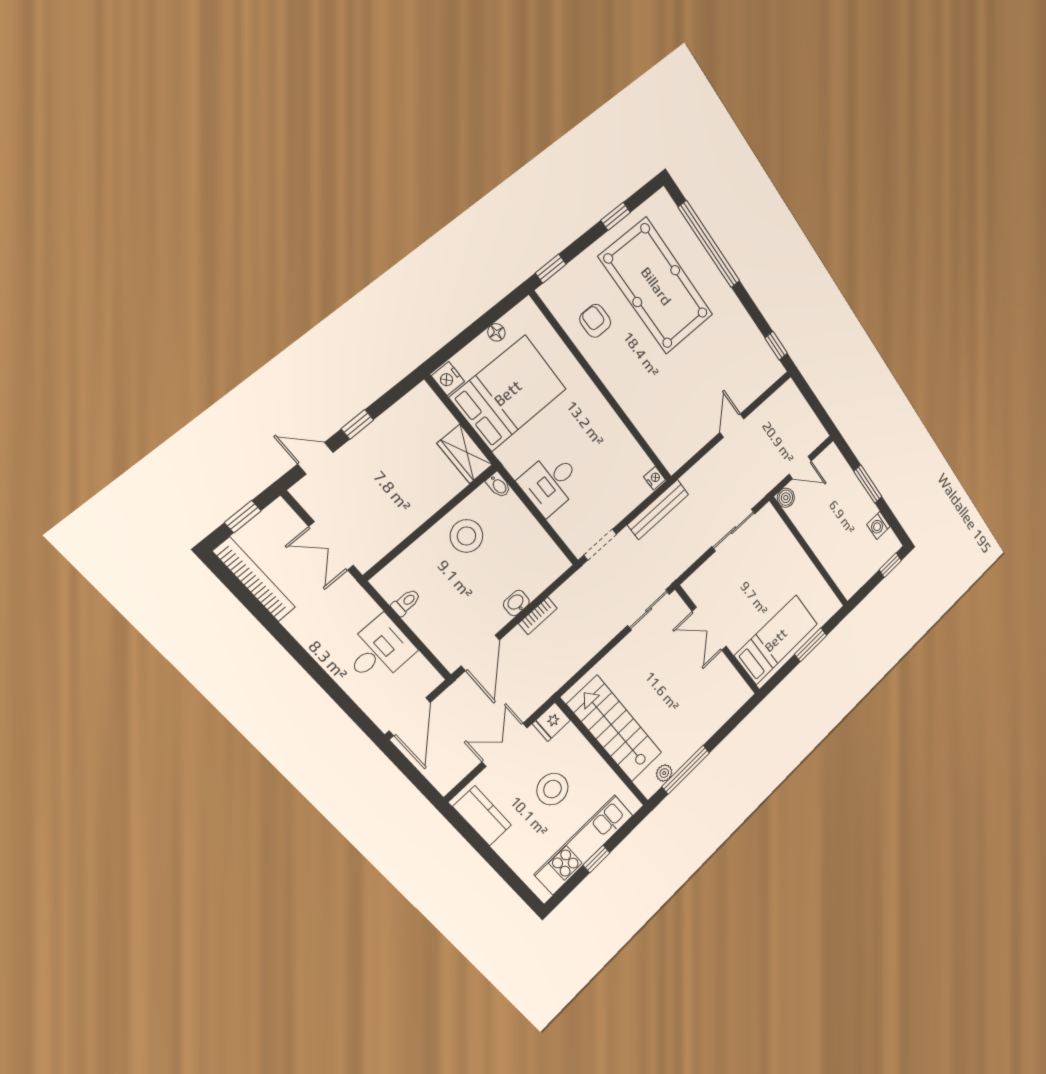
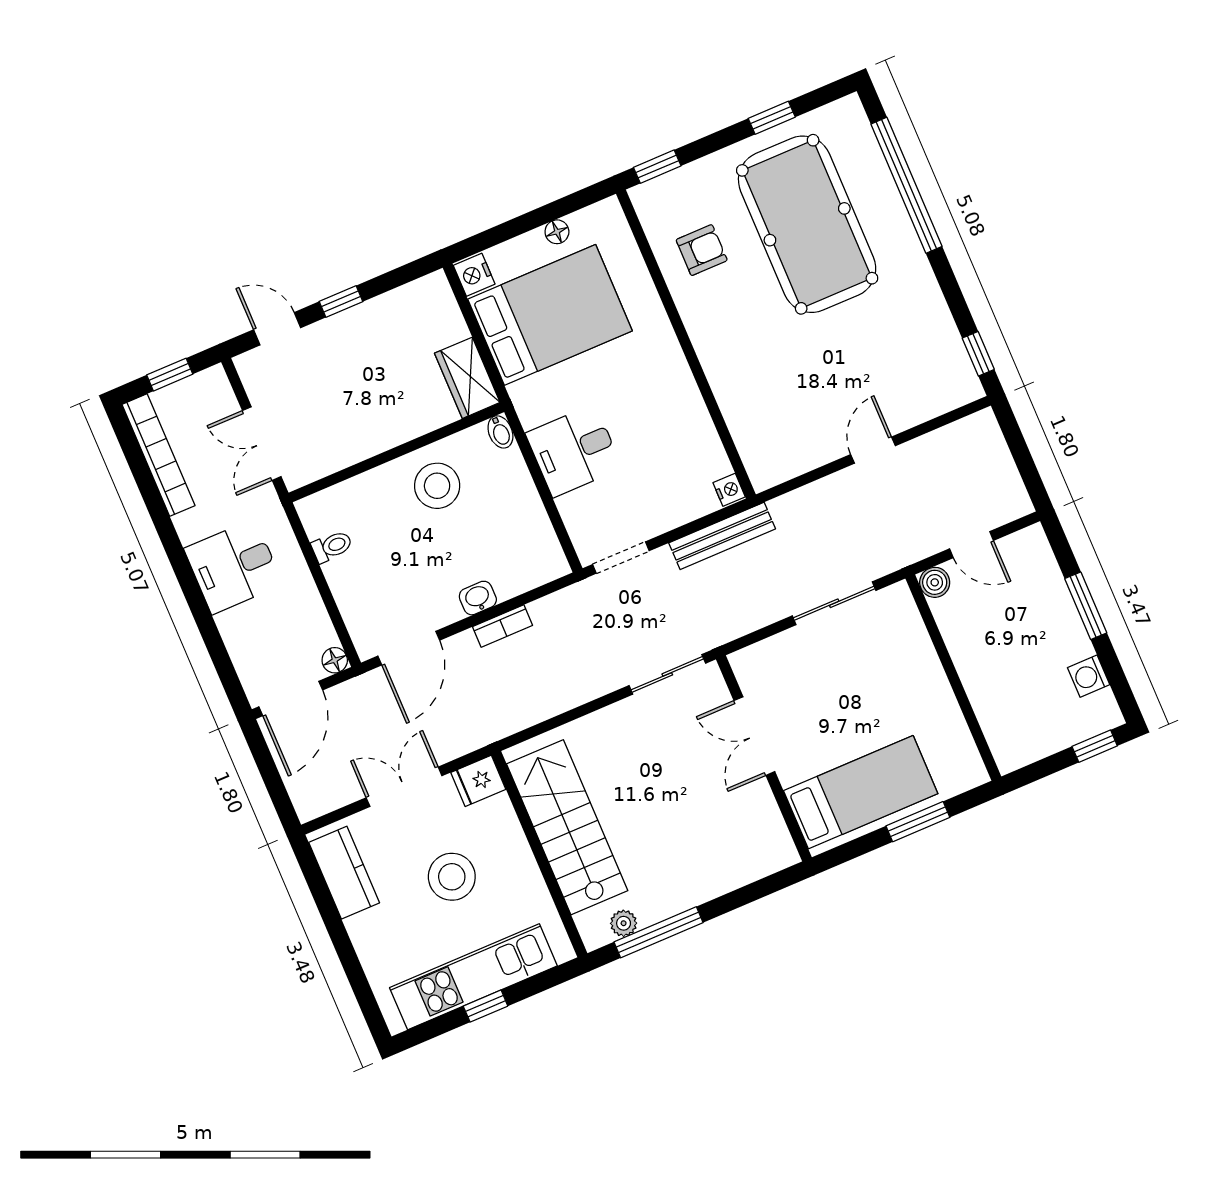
armchair: (595, 321) -> (702, 250), turned 90
desk: (379, 650) -> (233, 566), moved, turned 180
floor lamp: (432, 679) -> (335, 660), added

